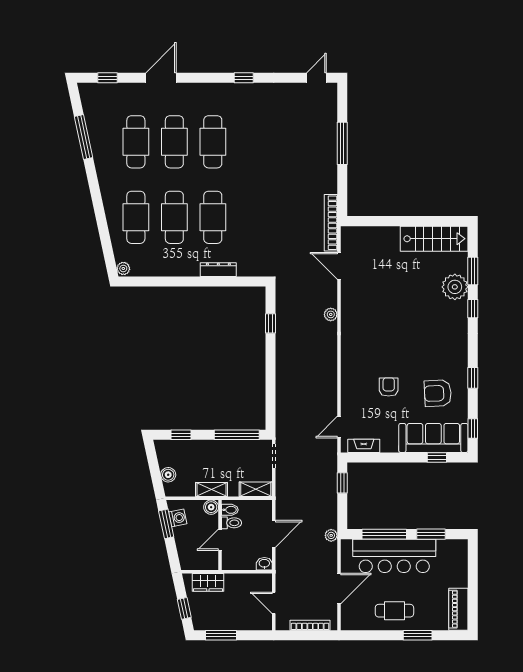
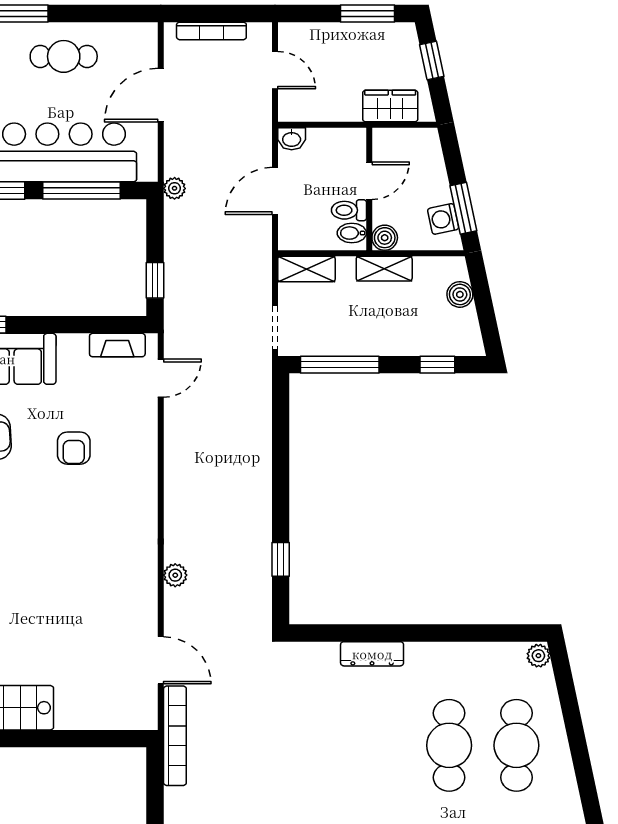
cafe table: (213, 217) -> (382, 745), removed

